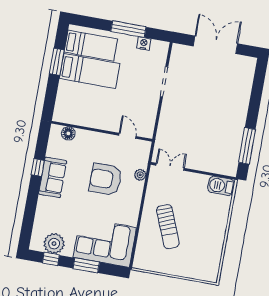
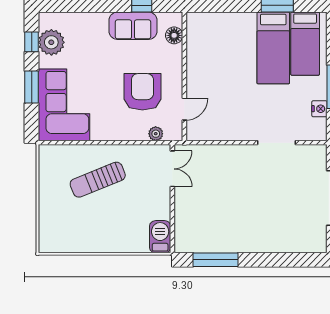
wall: (102, 131) -> (184, 76), moved
floor lamp: (68, 133) -> (174, 35), moved
door: (127, 136) -> (184, 109), moved

